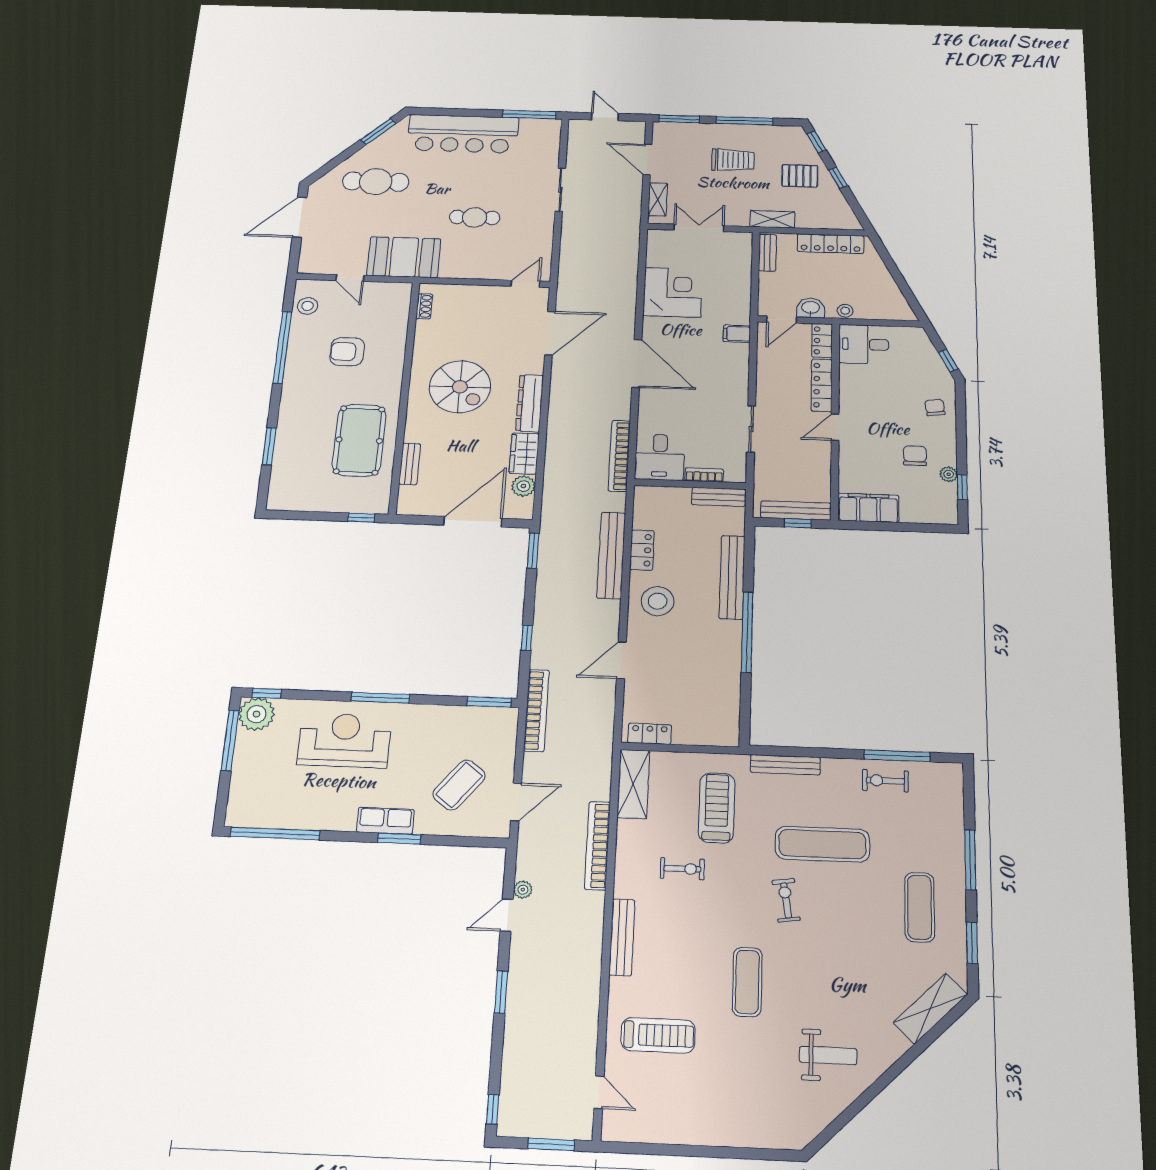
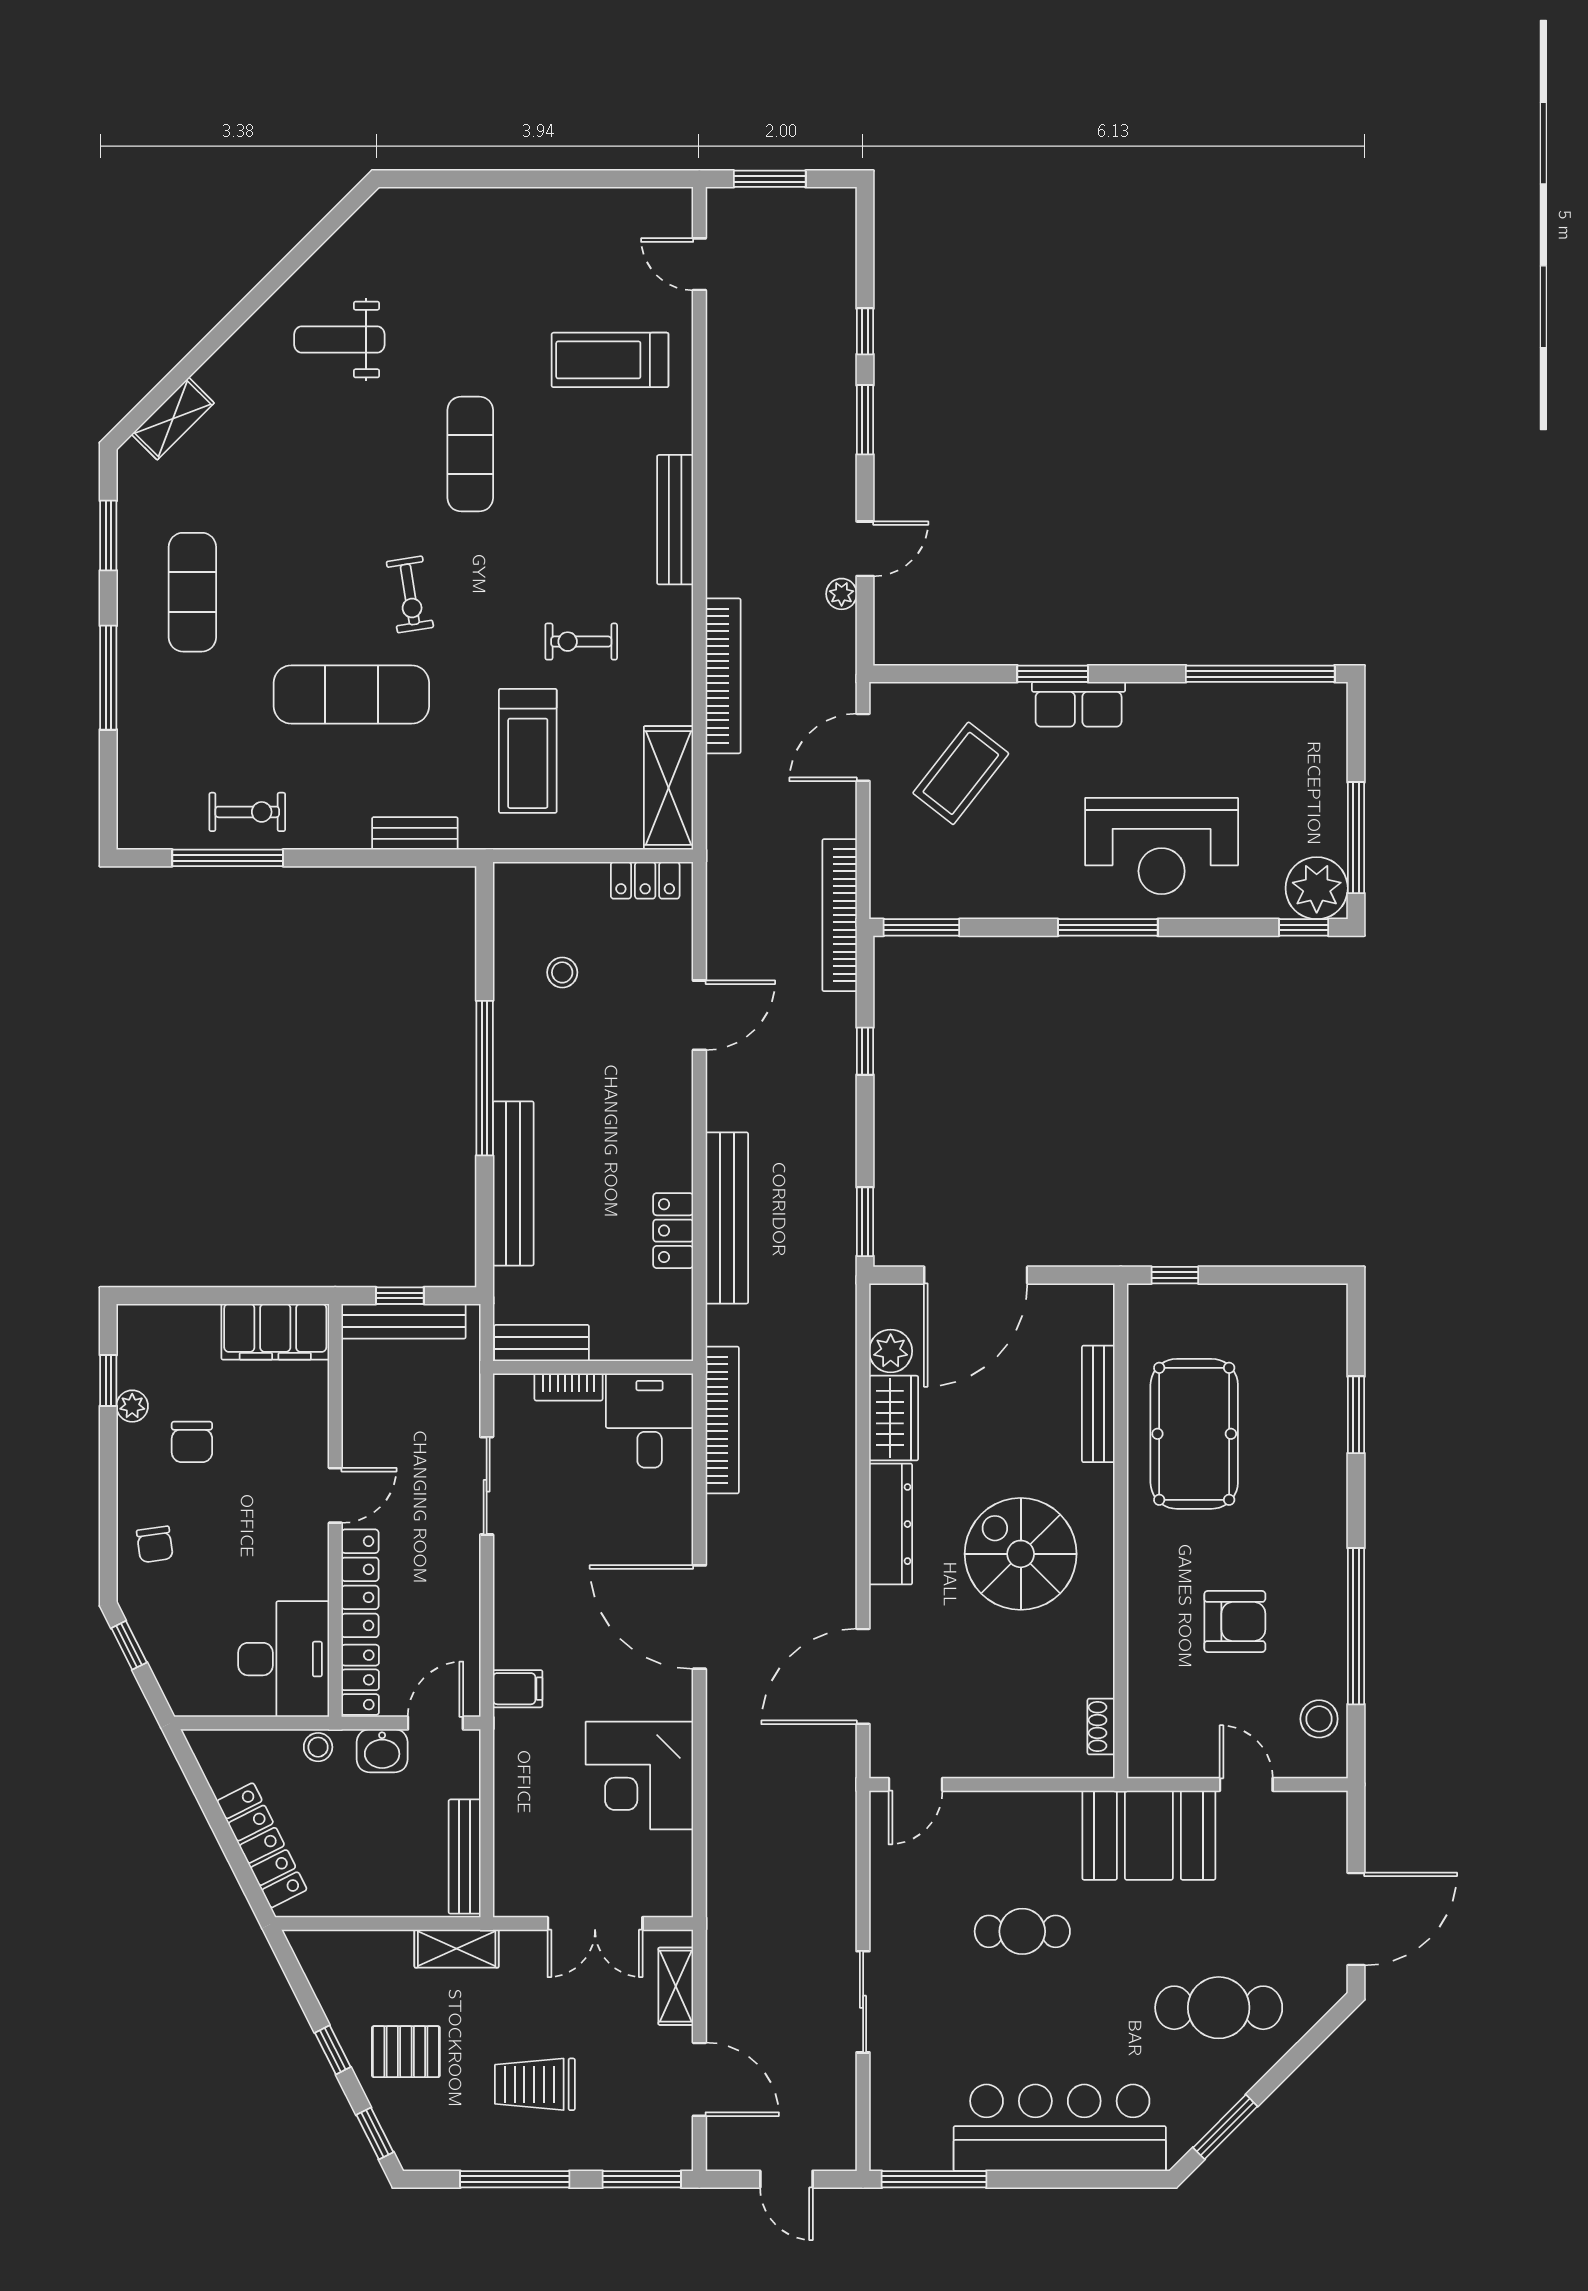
locker: (831, 244) -> (262, 1845), moved, turned 63
bench: (767, 253) -> (465, 1857), width x1.36
desk: (864, 344) -> (284, 1659), width x1.37
bench: (410, 464) -> (1098, 1404), width x1.36
stool: (658, 601) -> (562, 972), moved, width x0.53, depth x0.53
bench: (785, 765) -> (415, 833), width x0.73
shelving: (930, 1009) -> (173, 419), width x0.67, depth x0.75
window: (493, 1109) -> (865, 331), moved

